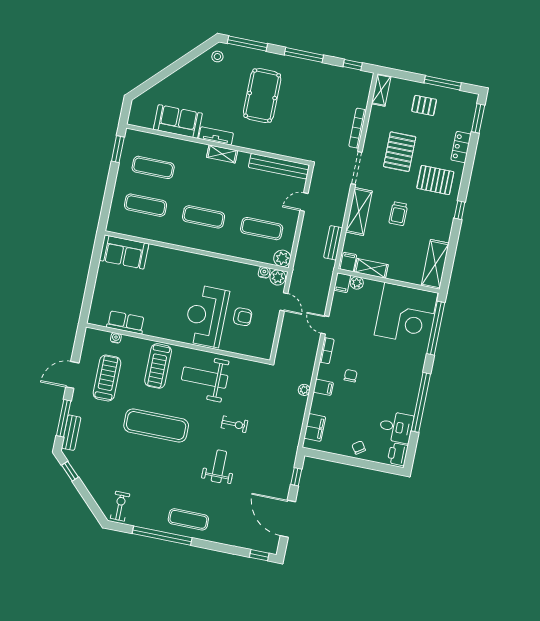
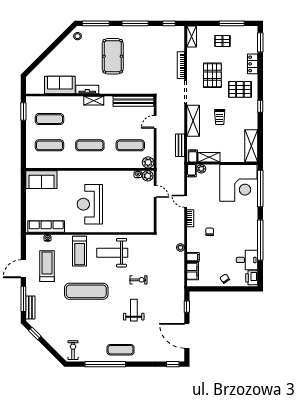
reception desk: (206, 316) -> (90, 204), moved
armchair: (243, 317) -> (129, 207), removed
row of seats: (126, 322) -> (46, 226), width x1.48
filing cabinet: (323, 387) -> (193, 257), moved

